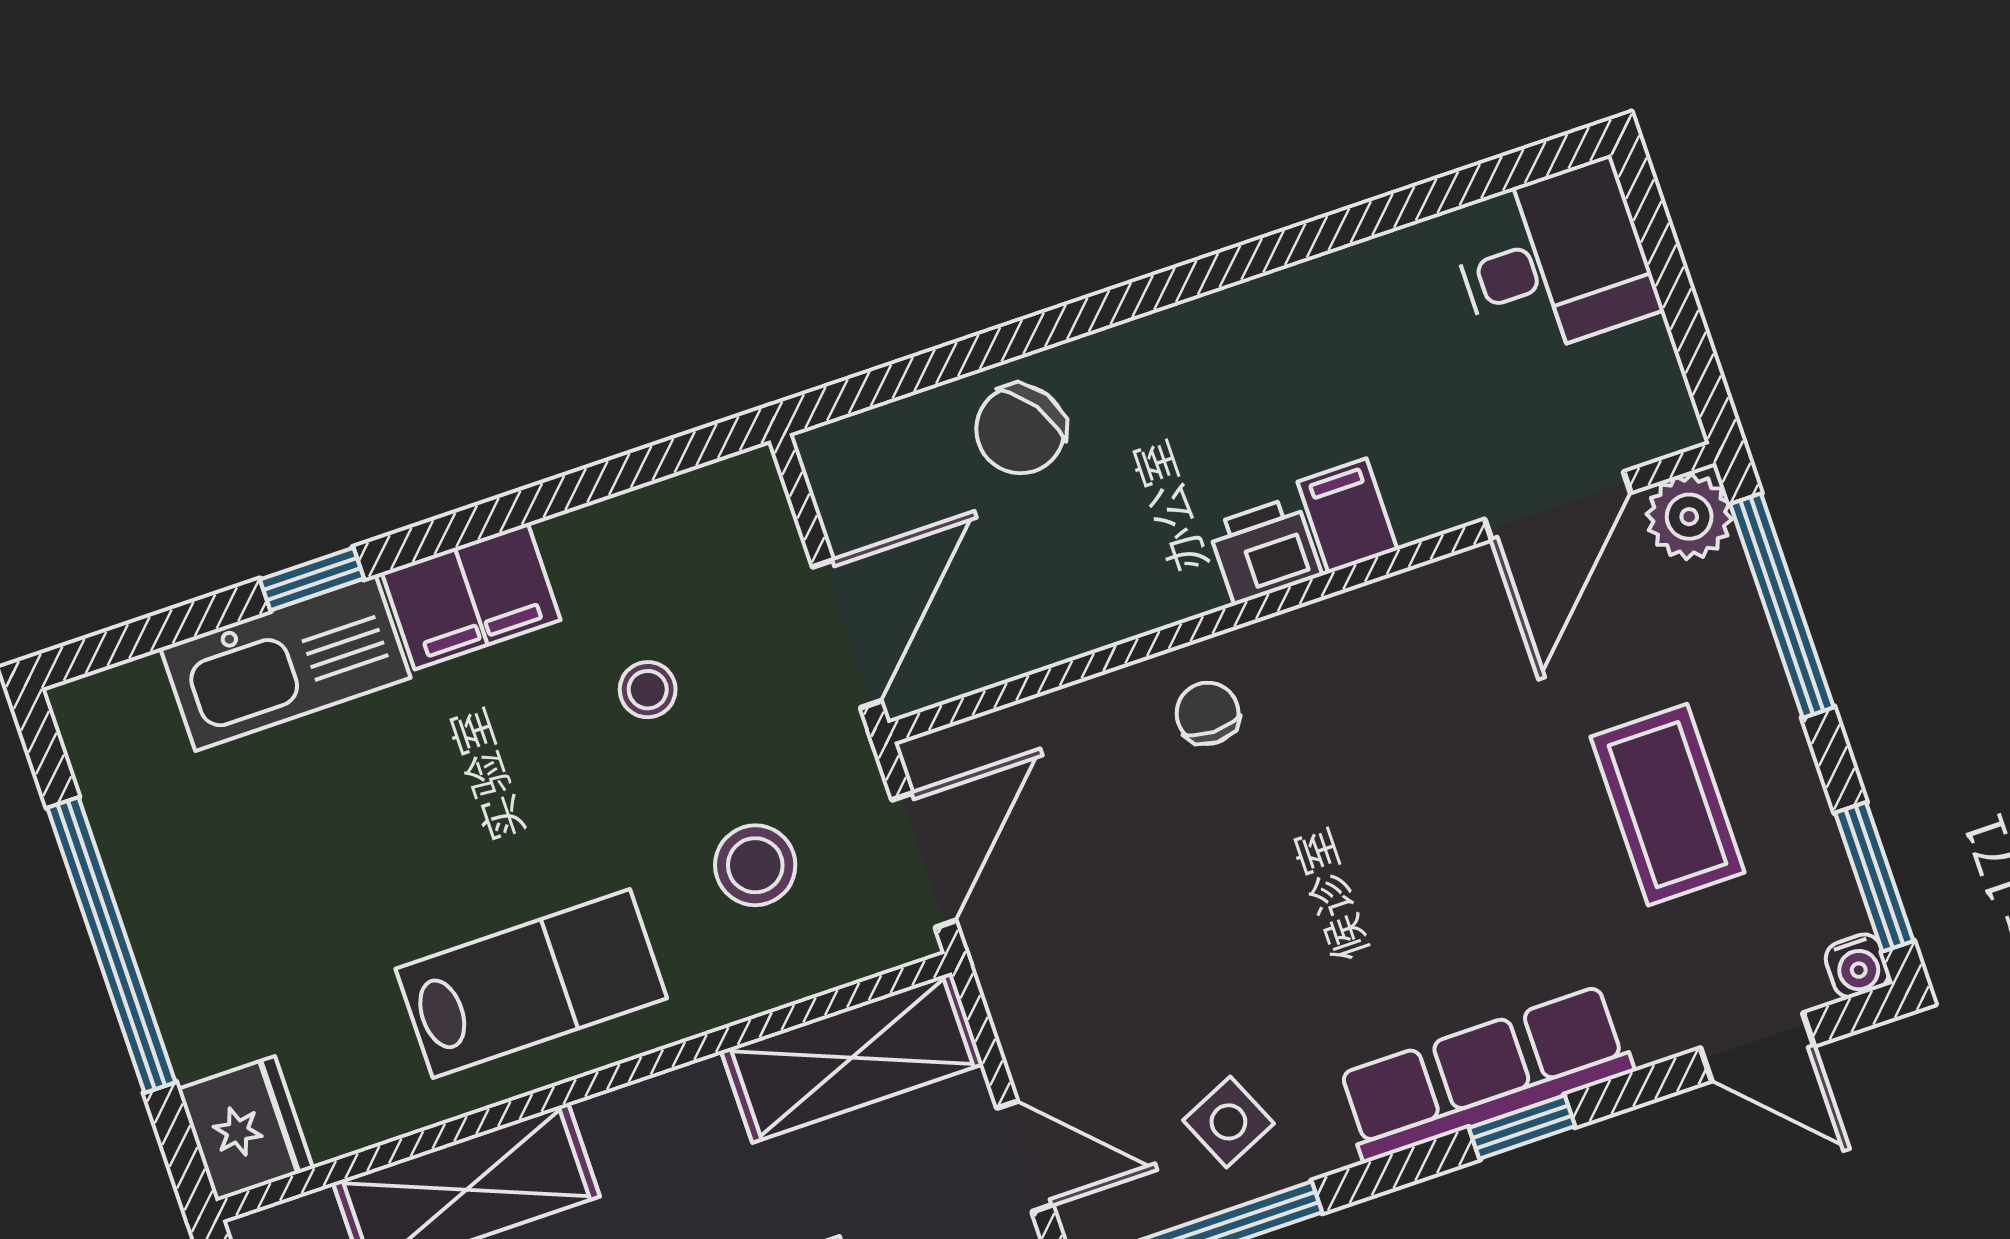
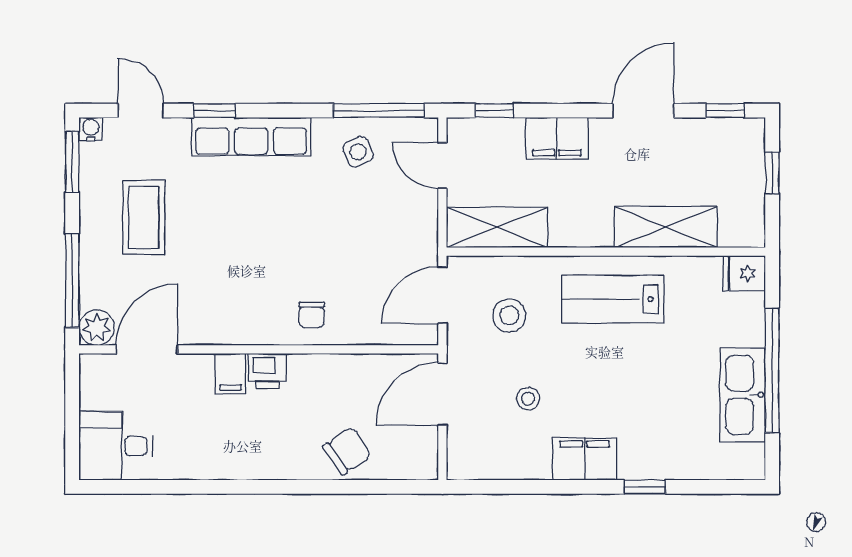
kitchen sink: (285, 663) -> (743, 395), moved, turned -90
window: (1522, 1127) -> (214, 111), moved
fridge: (245, 1129) -> (744, 273), width x0.72

